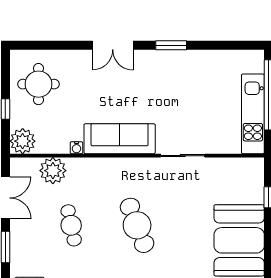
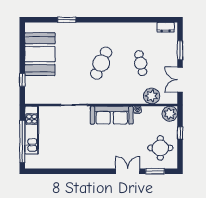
double door: (113, 45) -> (128, 171), moved
window: (171, 45) -> (155, 171), moved
cafe table: (137, 225) -> (101, 63), turned 45

